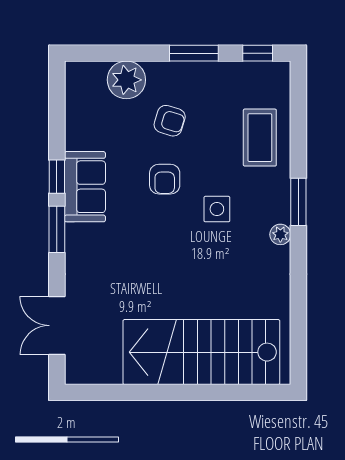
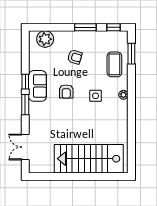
plant: (126, 80) -> (45, 39), moved
armchair: (165, 179) -> (66, 92), moved
window: (298, 202) -> (131, 54), moved
plant: (280, 234) -> (123, 95), moved

